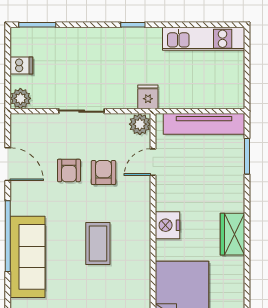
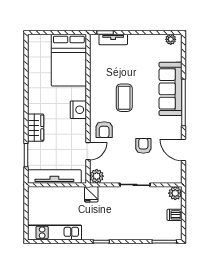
armchair: (103, 173) -> (104, 130), moved
wardrobe: (233, 234) -> (36, 128), moved

